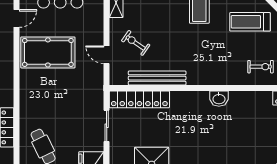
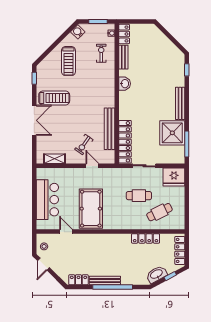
door: (107, 55) -> (92, 166), swing flipped
bench: (255, 97) -> (123, 57), added
cafe table: (66, 118) -> (139, 196), added

